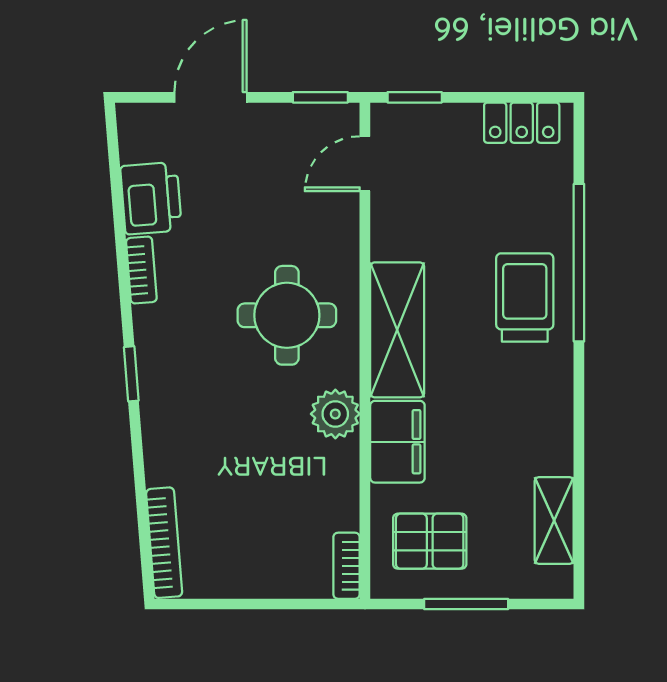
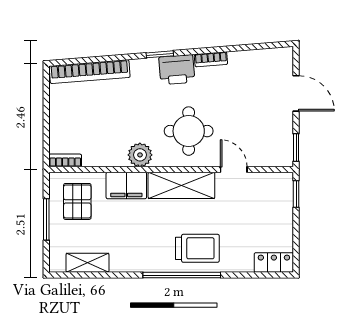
locker: (522, 123) -> (274, 263), moved, turned 90
door: (365, 164) -> (234, 170), moved
printer: (151, 198) -> (177, 70), moved
window: (579, 263) -> (182, 275), moved
bookcase: (164, 543) -> (90, 72), width x1.48, depth x1.31

